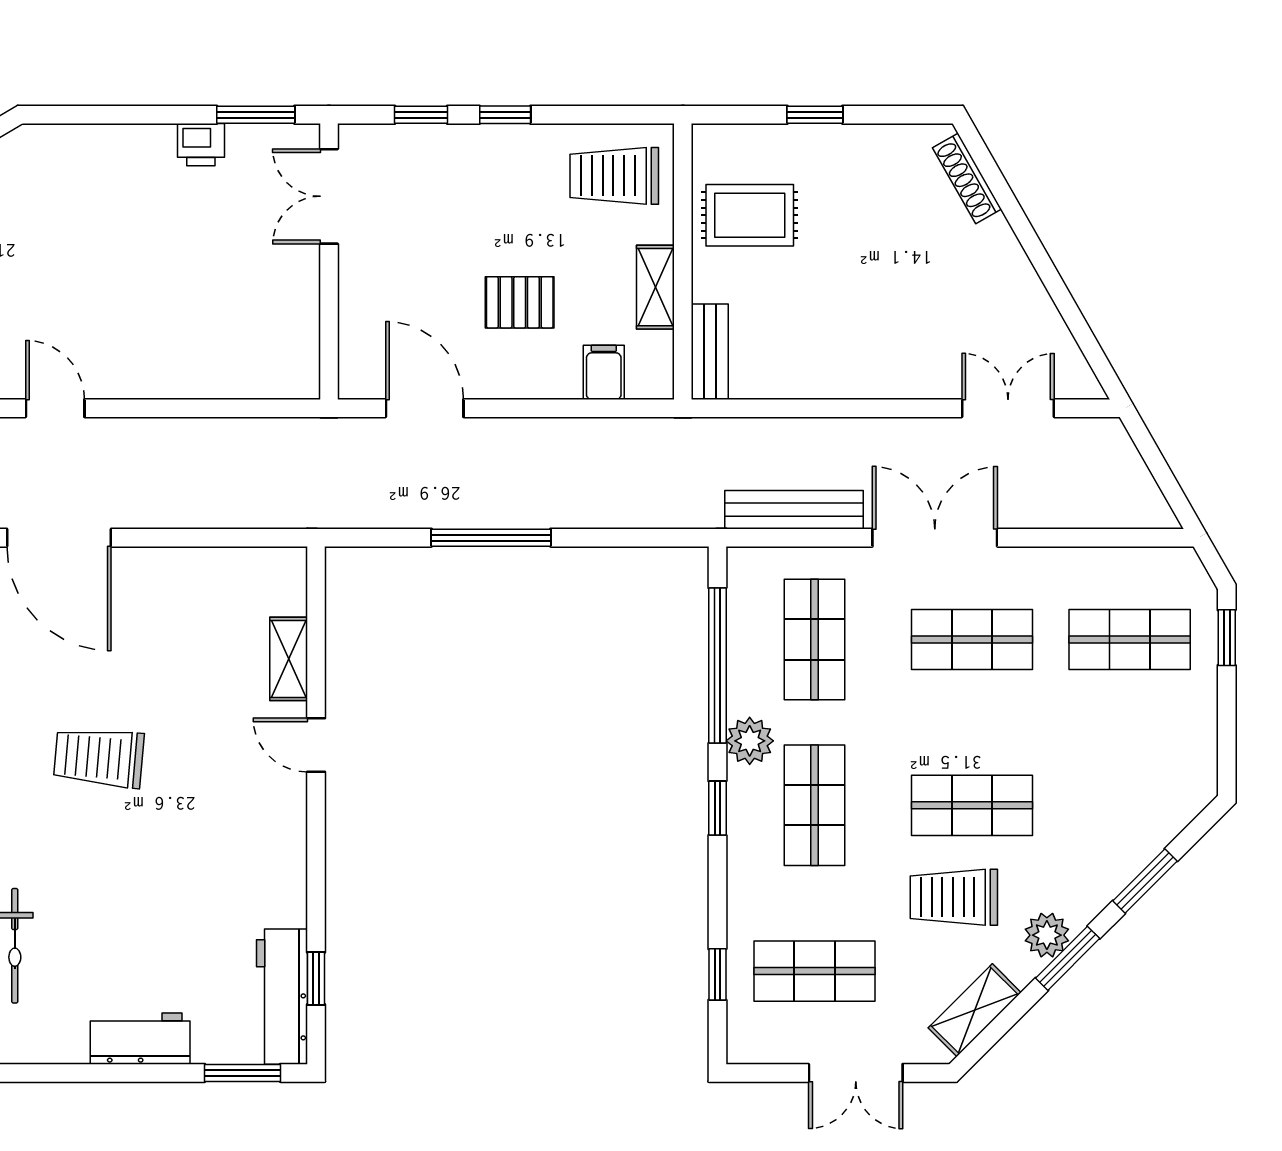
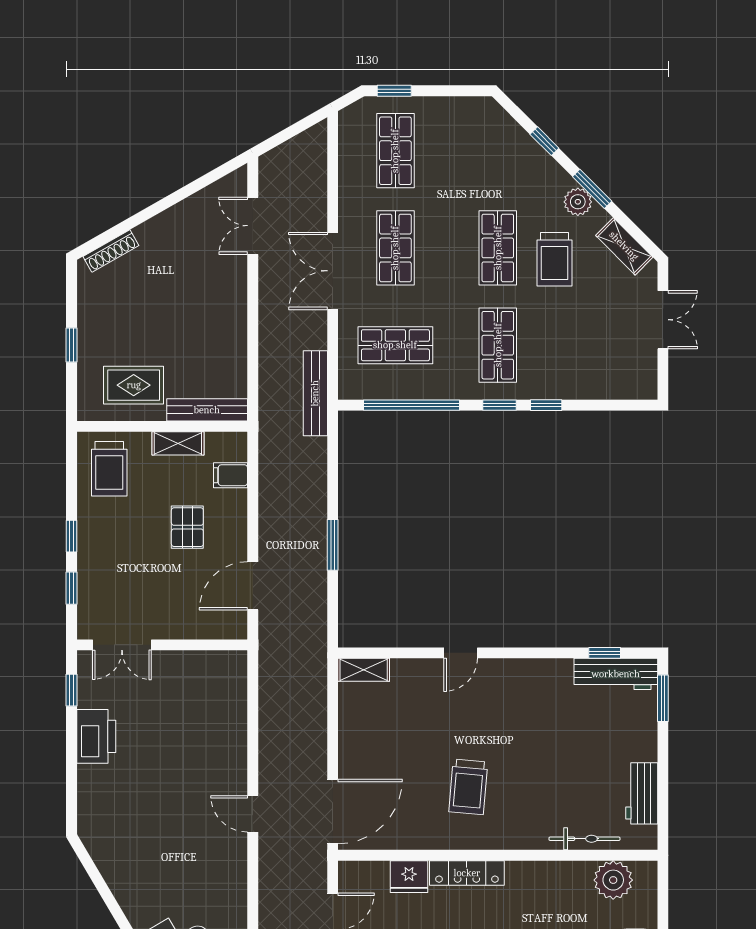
window: (256, 115) -> (72, 690), width x0.67
printer: (201, 145) -> (96, 736), width x1.87, depth x1.48
rug: (750, 215) -> (134, 385), turned 90
bench: (710, 352) -> (207, 410), width x1.36
door: (55, 408) -> (253, 814), hinge flipped
bench: (794, 510) -> (315, 393), moved
window: (491, 538) -> (333, 545), width x0.69
shelving: (289, 659) -> (364, 670), moved
plant: (750, 741) -> (458, 385), removed
shop shelf: (814, 805) -> (498, 345), turned 90
window: (1145, 881) -> (544, 141), width x0.67
shop shelf: (814, 971) -> (600, 345), removed
window: (717, 974) -> (546, 405), moved
workbench: (140, 1039) -> (642, 793), moved

